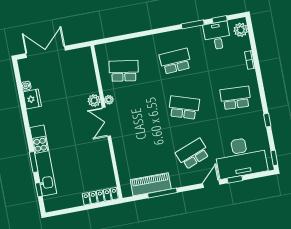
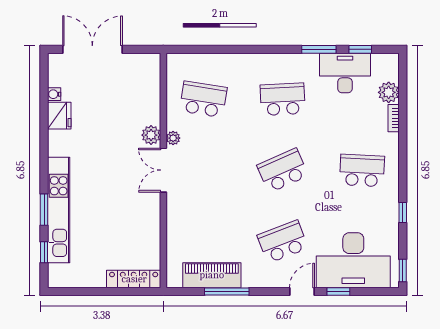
plant: (241, 30) -> (389, 92), moved
desk: (217, 36) -> (345, 73), width x1.37
school desk: (184, 108) -> (283, 170), turned -42

